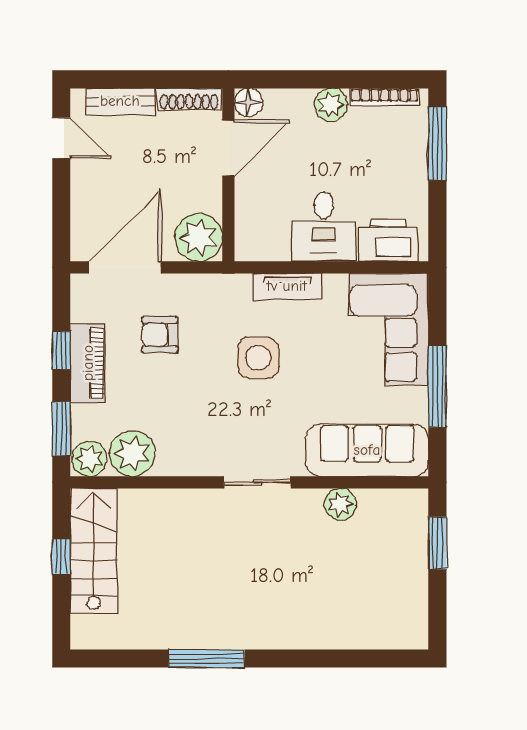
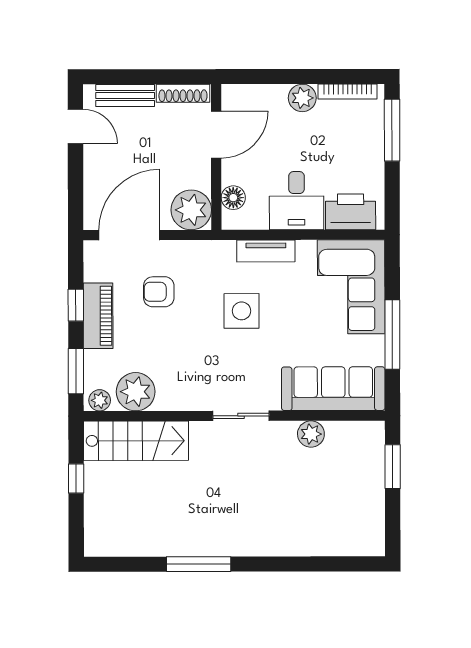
floor lamp: (249, 102) -> (233, 198), moved
plant: (89, 459) -> (100, 400), width x0.73, depth x0.73
stairs: (94, 551) -> (136, 441), moved, turned 90

